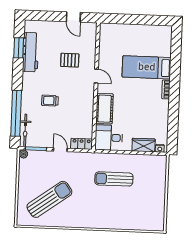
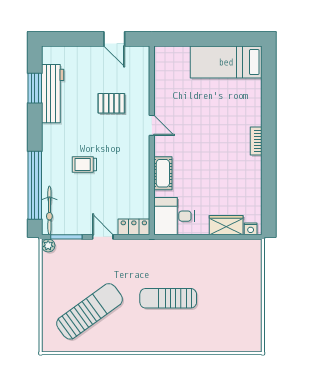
bed: (147, 67) -> (226, 62), moved
cot: (104, 109) -> (163, 173), width x0.73, depth x0.75
sun lounger: (114, 179) -> (168, 298), moved

